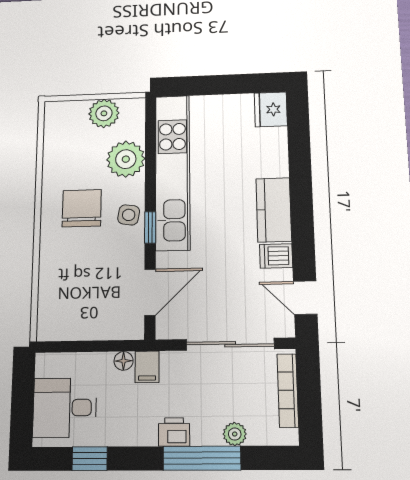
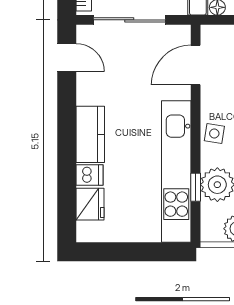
fridge: (271, 109) -> (90, 204), moved
window: (150, 227) -> (196, 187), moved
dishwasher: (276, 256) -> (90, 175), moved

